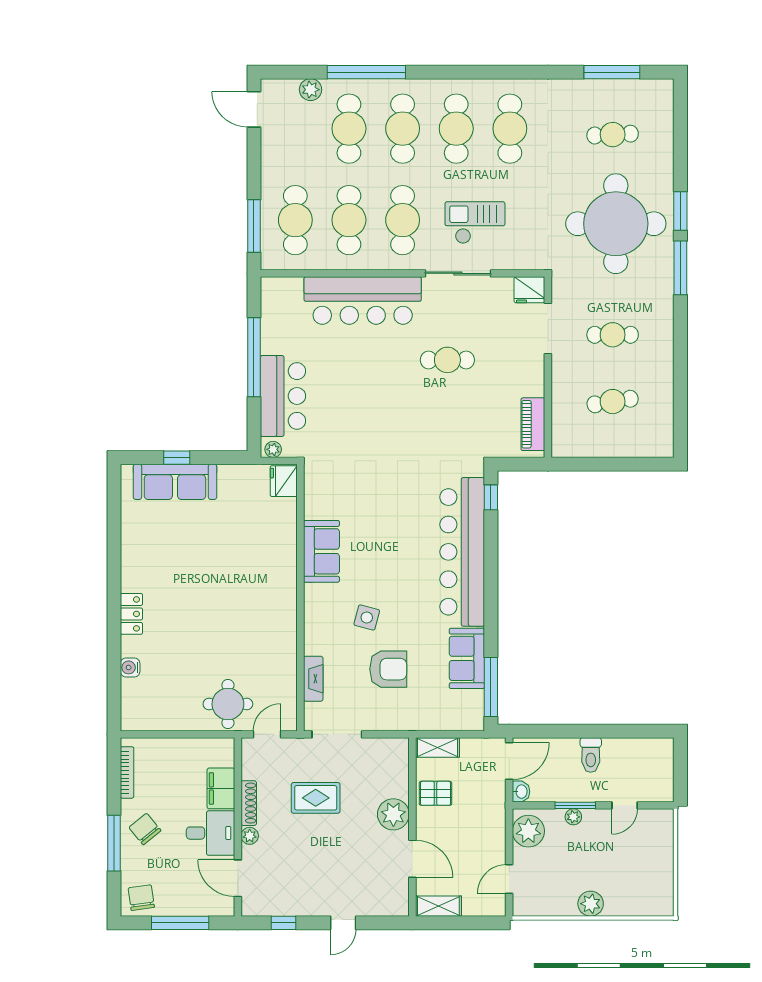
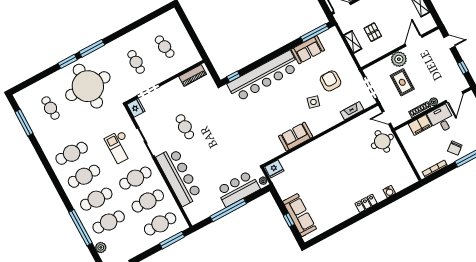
plant: (393, 814) -> (399, 59), moved
wall: (412, 827) -> (400, 48), moved
door: (412, 859) -> (414, 41), moved

